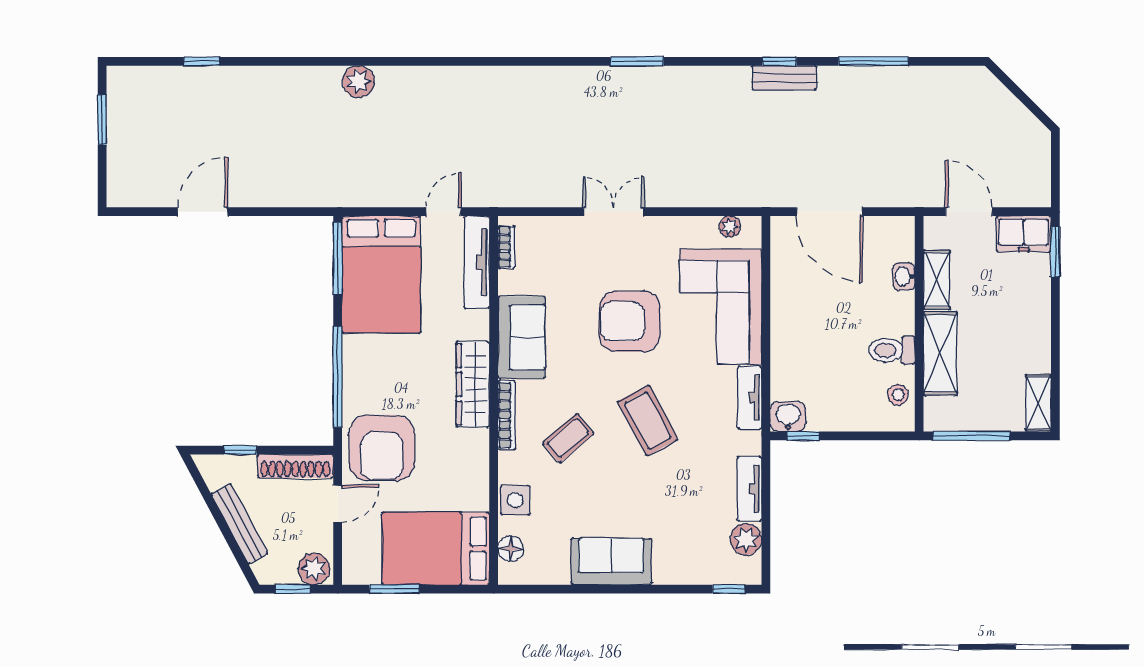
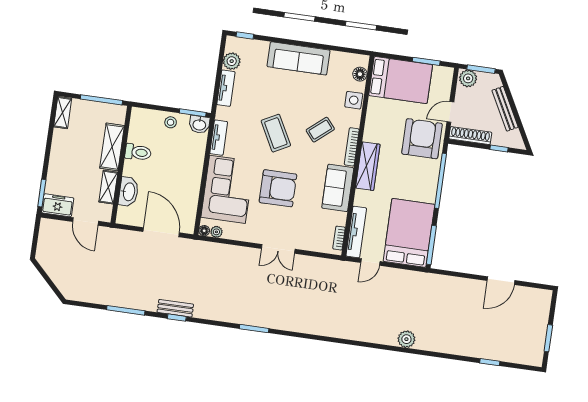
floor lamp: (752, 226) -> (204, 231), added
washbasin: (904, 276) -> (129, 192), width x1.91, depth x1.45
stool: (898, 395) -> (171, 122), moved
window: (803, 436) -> (193, 113), width x1.50
sofa: (611, 561) -> (299, 58), width x1.36
window: (293, 589) -> (481, 69), width x1.50

